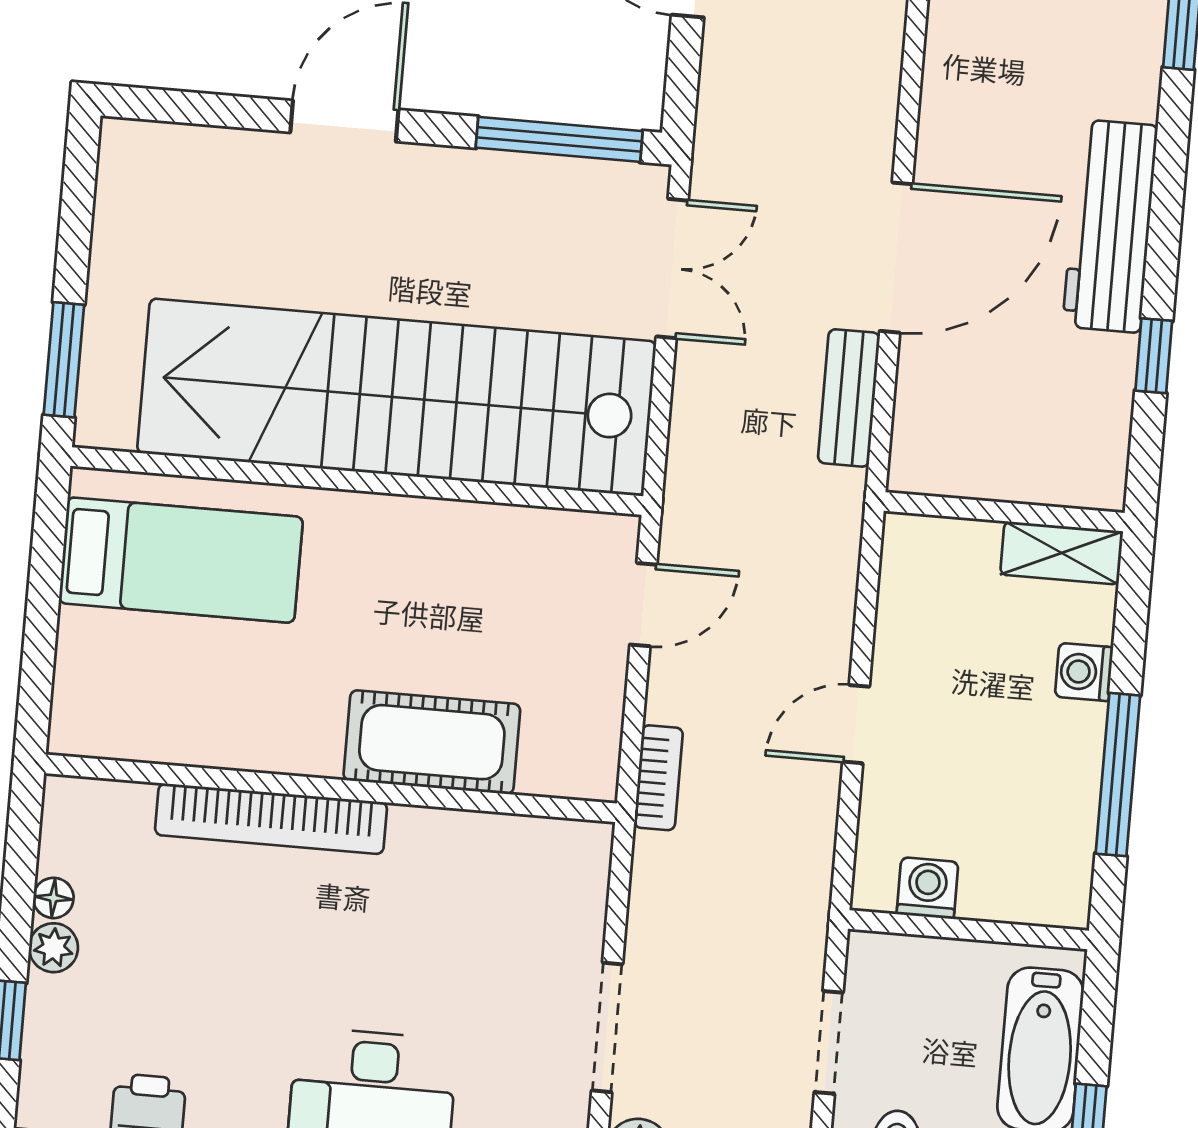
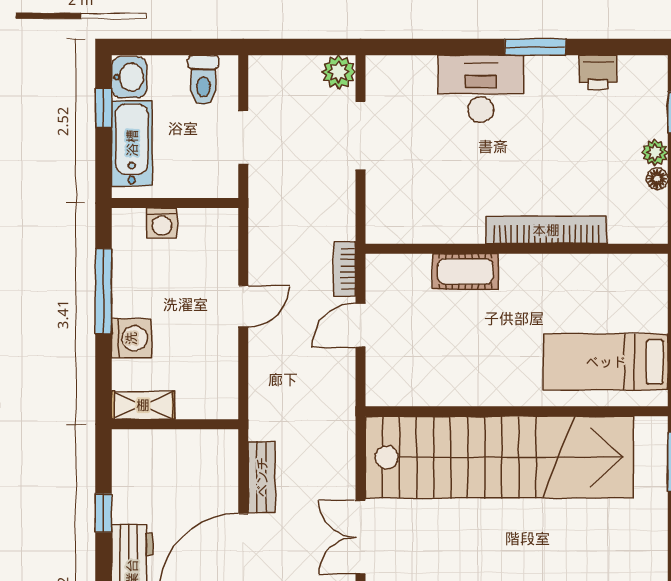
door: (643, 605) -> (360, 325), moved
washing machine: (1084, 672) -> (131, 338), width x1.38, depth x1.38
cot: (432, 742) -> (465, 271), width x0.73, depth x0.75
washing machine: (928, 888) -> (162, 223), moved

